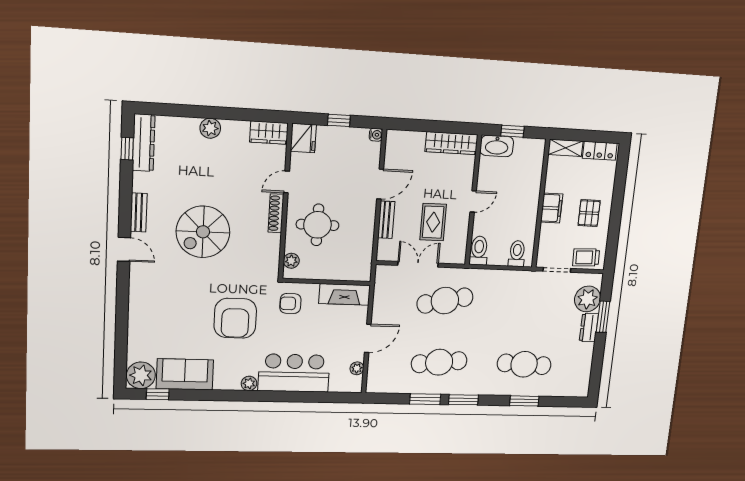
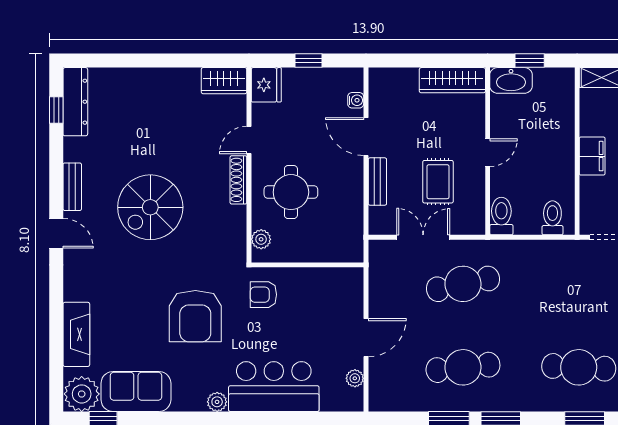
plant: (210, 128) -> (153, 80), removed
water cooler: (376, 135) -> (356, 100), moved
door: (380, 184) -> (366, 137), swing flipped
fireplace: (345, 294) -> (76, 334), moved, turned -90

